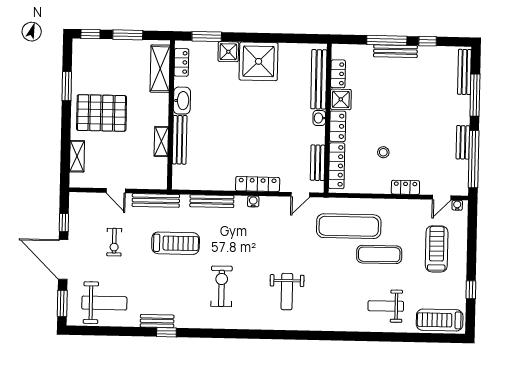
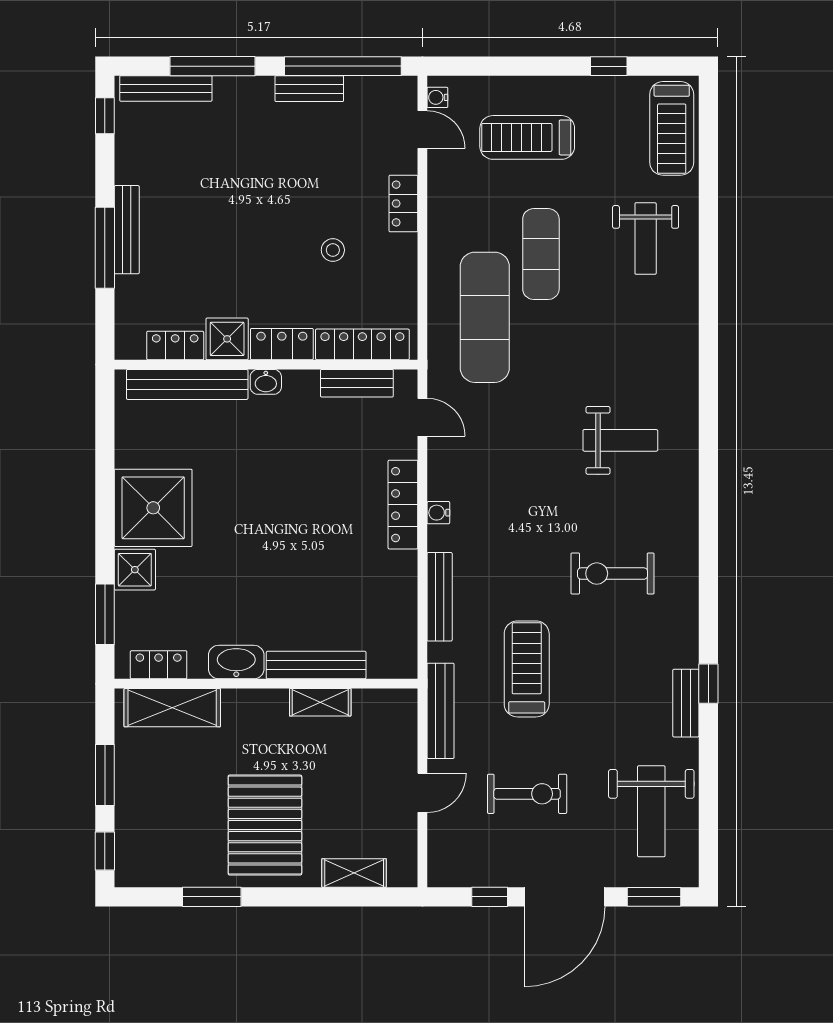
window: (428, 41) -> (105, 116), moved
exercise bike: (114, 242) -> (527, 794), width x1.38, depth x1.39
weight bench: (104, 303) -> (651, 811), turned 180

